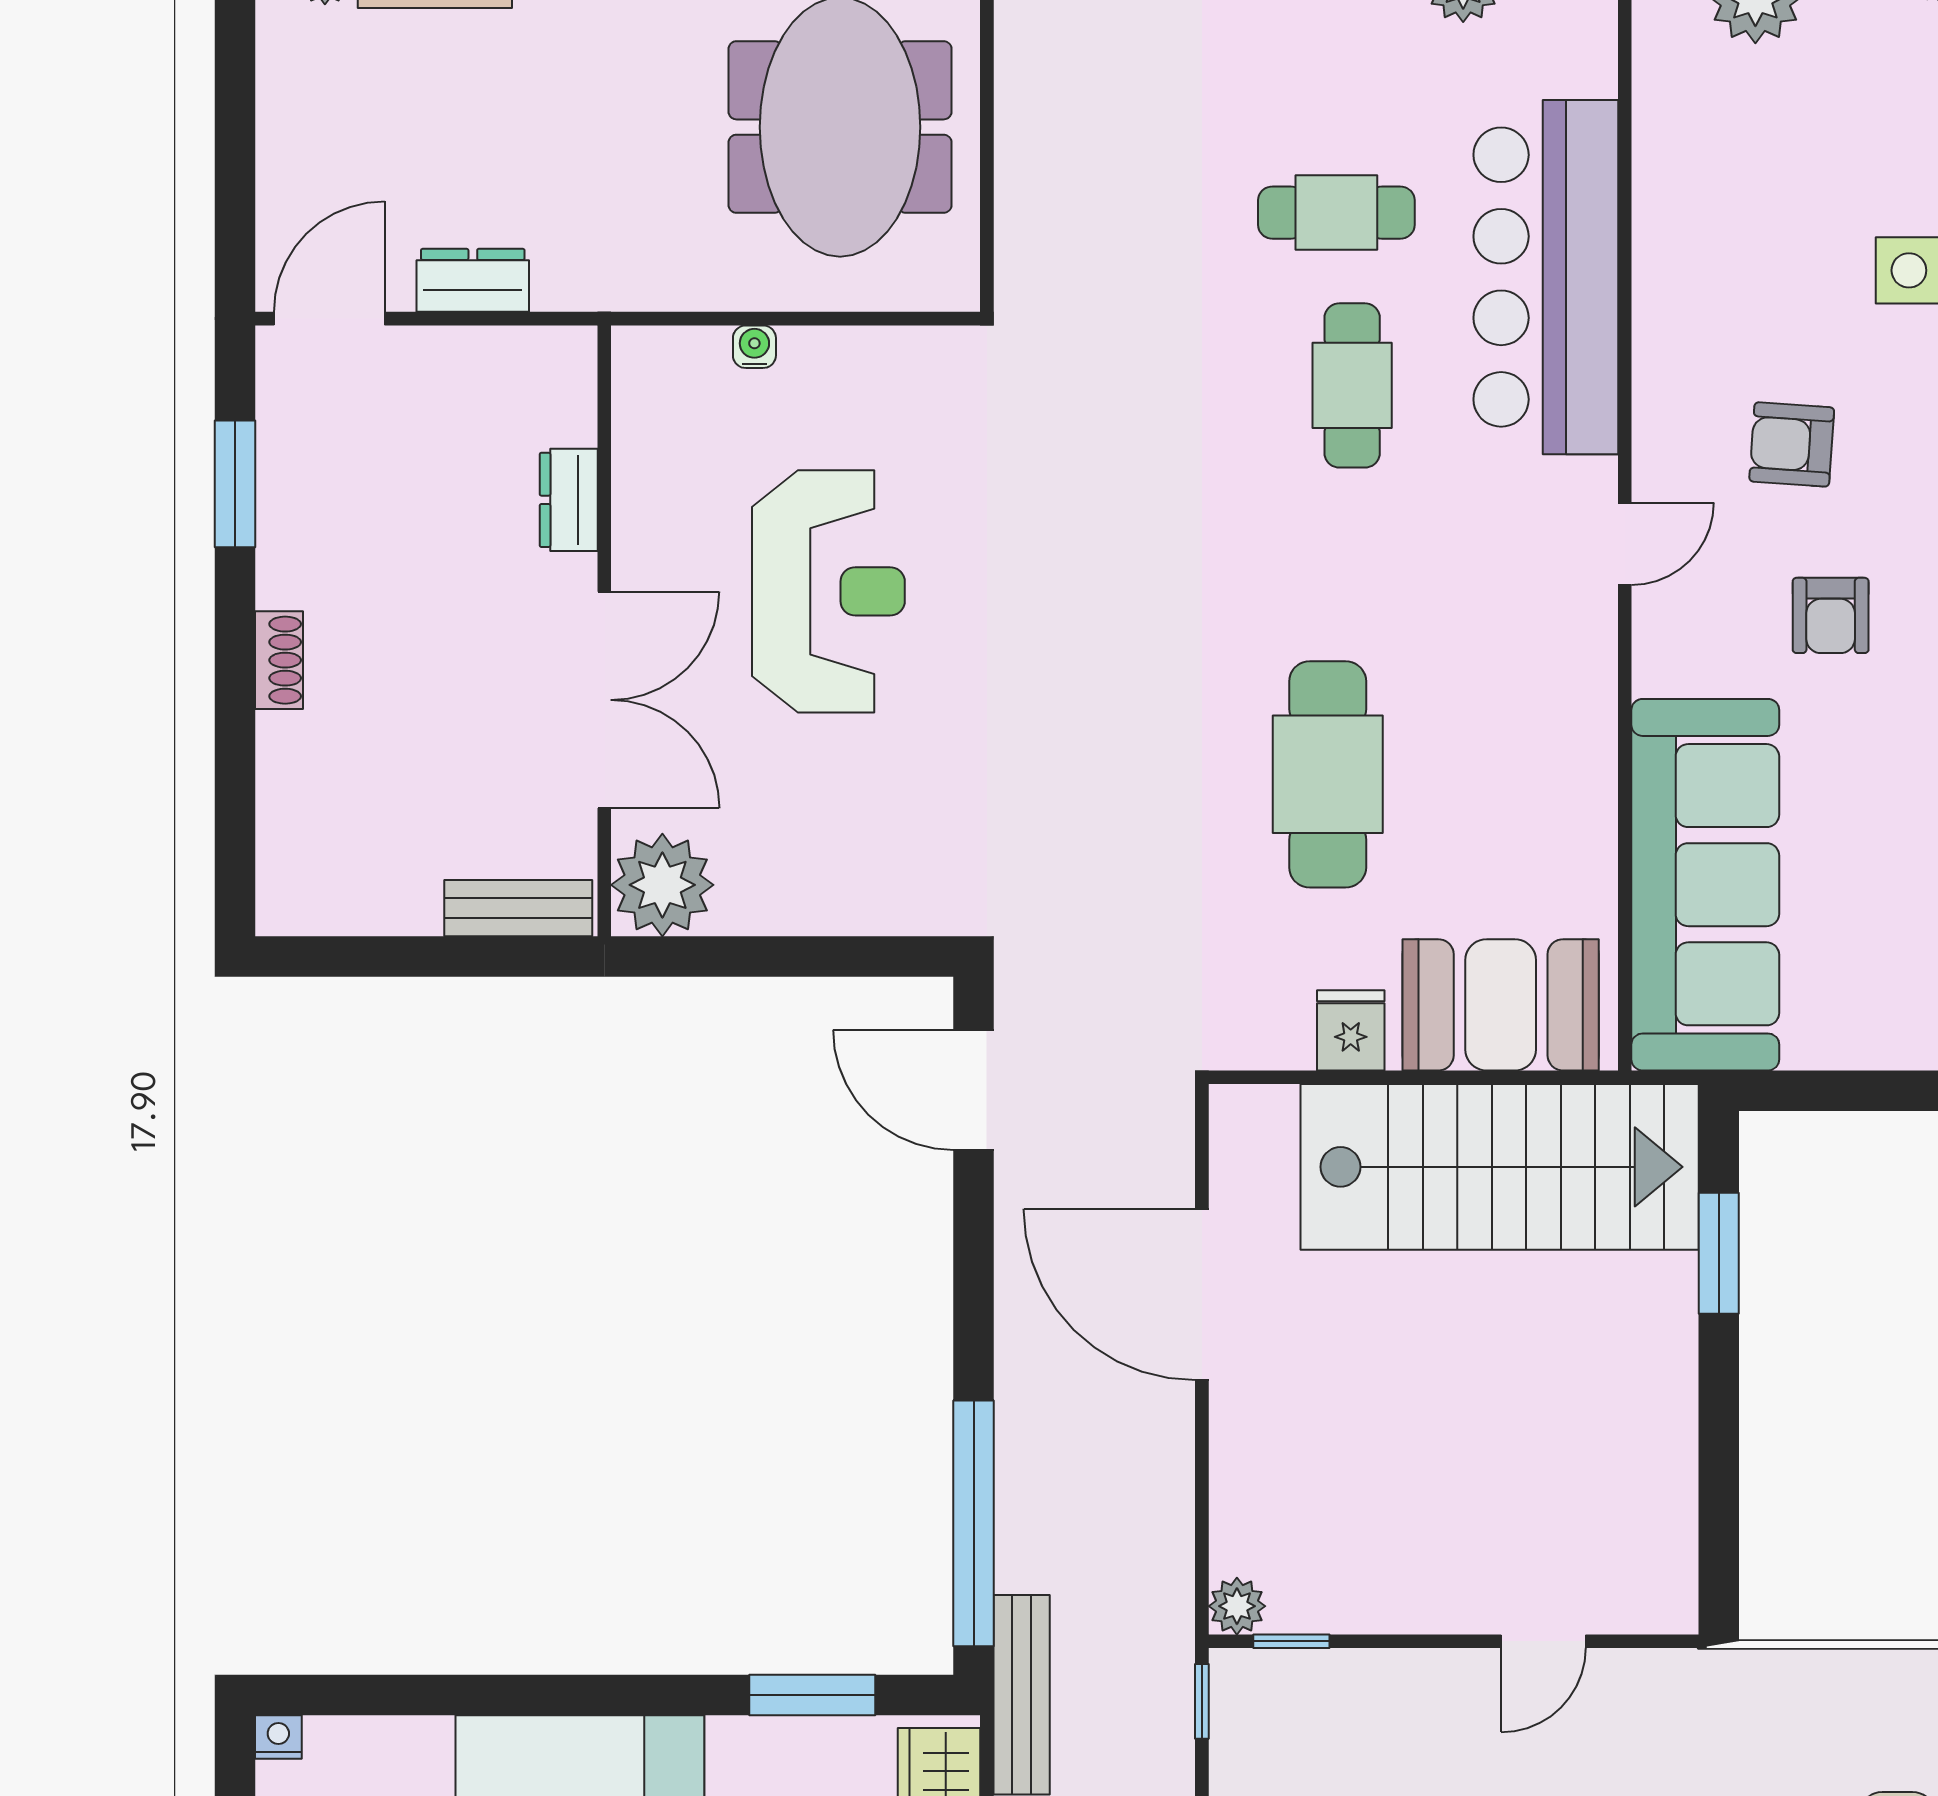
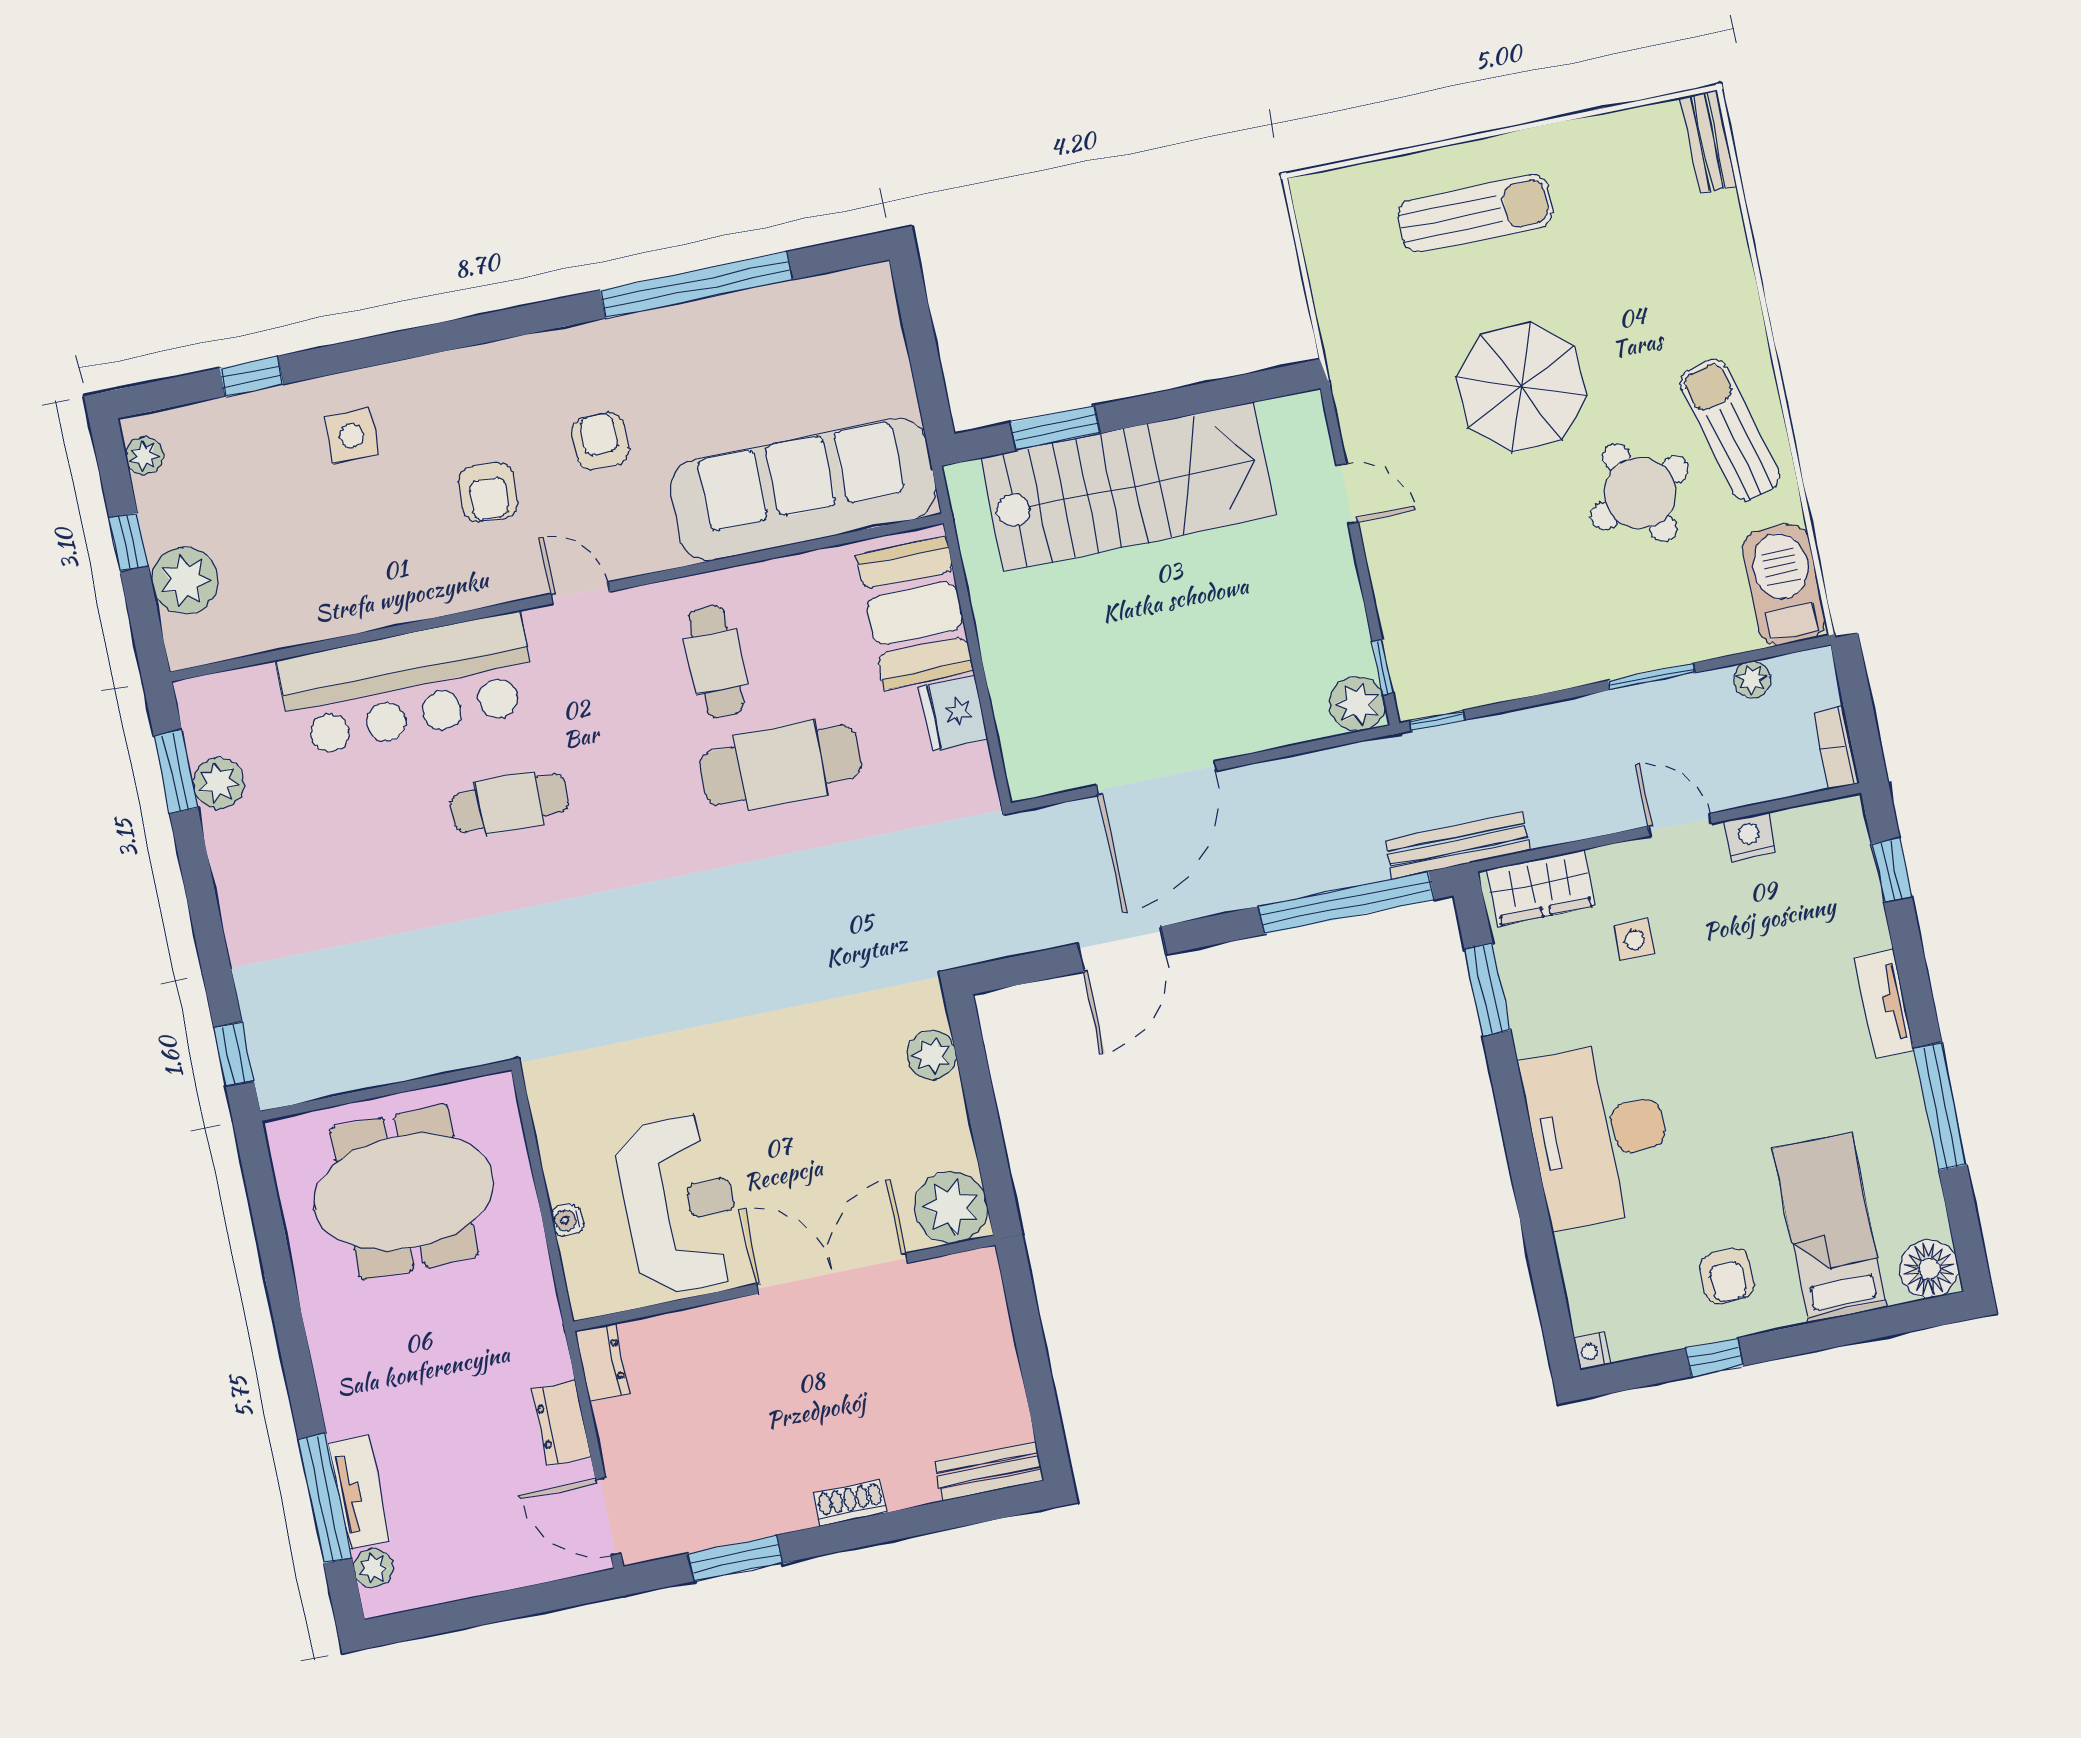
cafe table: (1336, 213) -> (716, 662), moved
dresser: (569, 500) -> (602, 1362), moved, turned -90
reception desk: (828, 591) -> (680, 1204), moved, turned 90
armchair: (1831, 615) -> (600, 441), turned -90
plant: (880, 902) -> (932, 1055), added
bench: (518, 908) -> (989, 1471), moved, turned 90
fridge: (1351, 1030) -> (954, 713), width x1.38
door: (974, 1090) -> (1122, 949), moved
stairs: (1500, 1167) -> (1129, 487), moved, turned 90
plant: (1237, 1606) -> (1357, 704), width x1.38, depth x1.38

